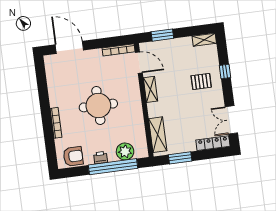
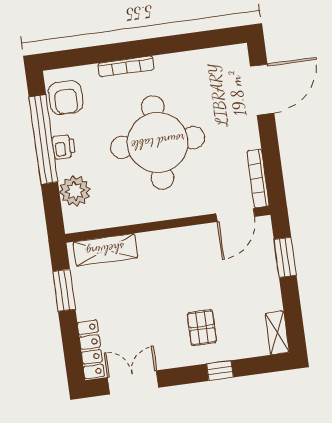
shelving: (151, 89) -> (187, 236), removed
round table: (98, 105) -> (158, 142), width x1.36, depth x1.36
window: (113, 167) -> (43, 140), moved

